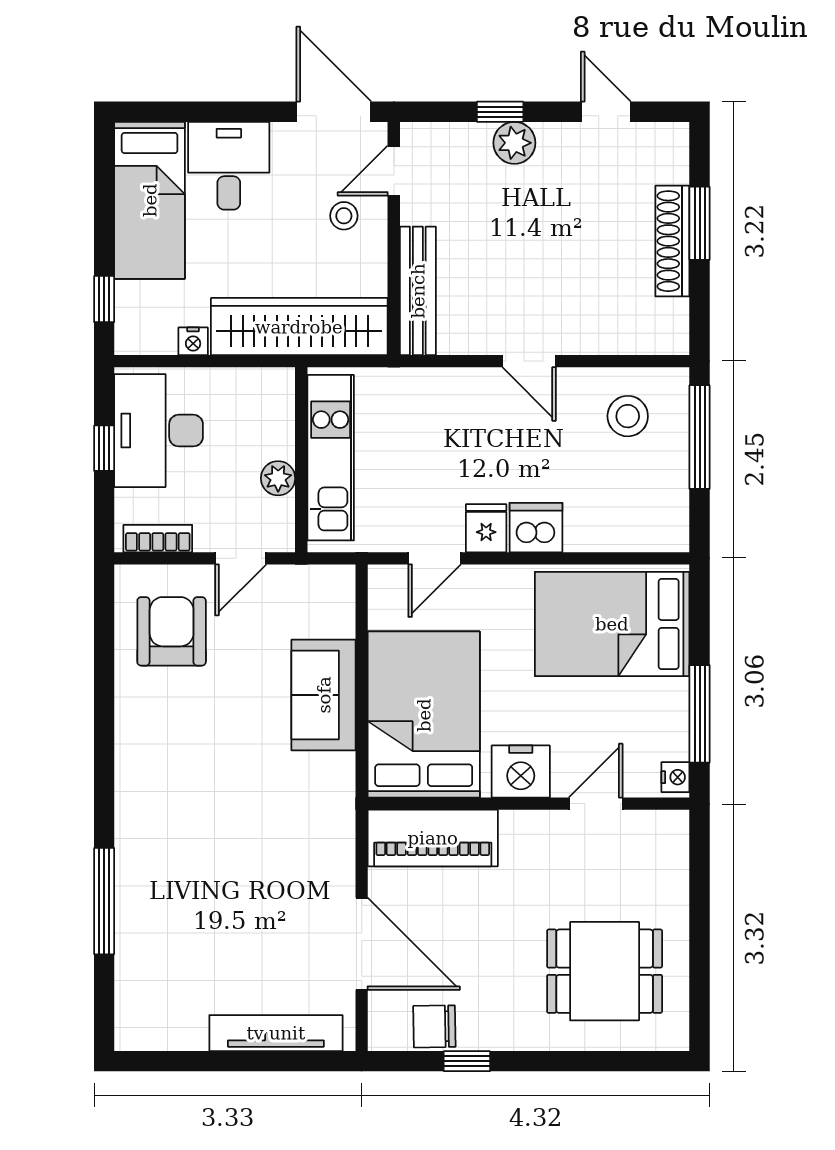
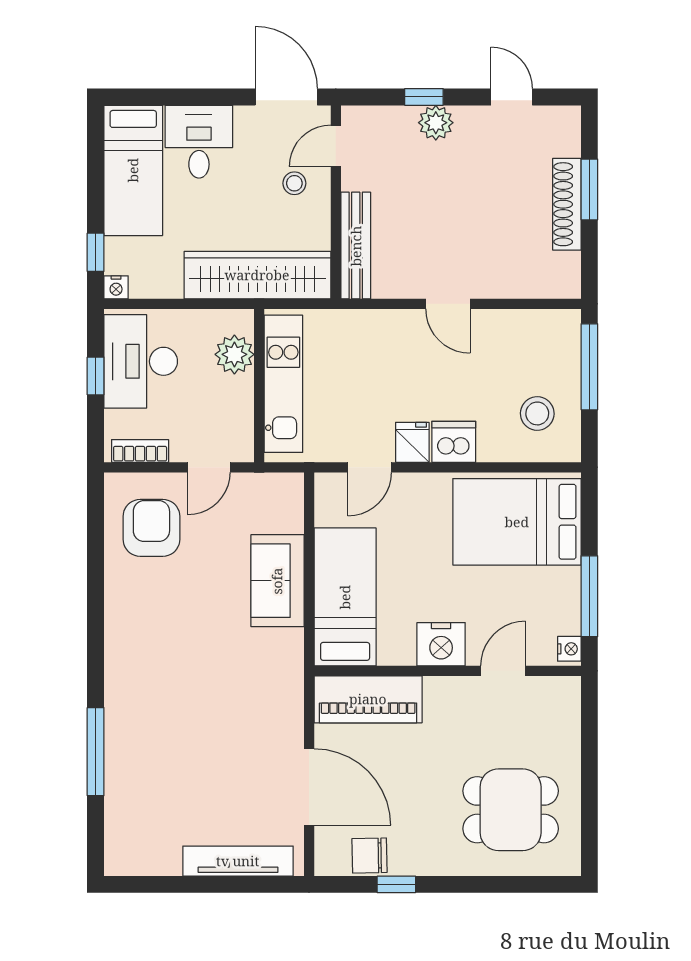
nightstand: (193, 341) -> (116, 287), moved
stool: (628, 416) -> (537, 413), moved
plant: (278, 478) -> (234, 354), moved, width x1.38, depth x1.38
bed: (424, 715) -> (345, 597), width x0.67

